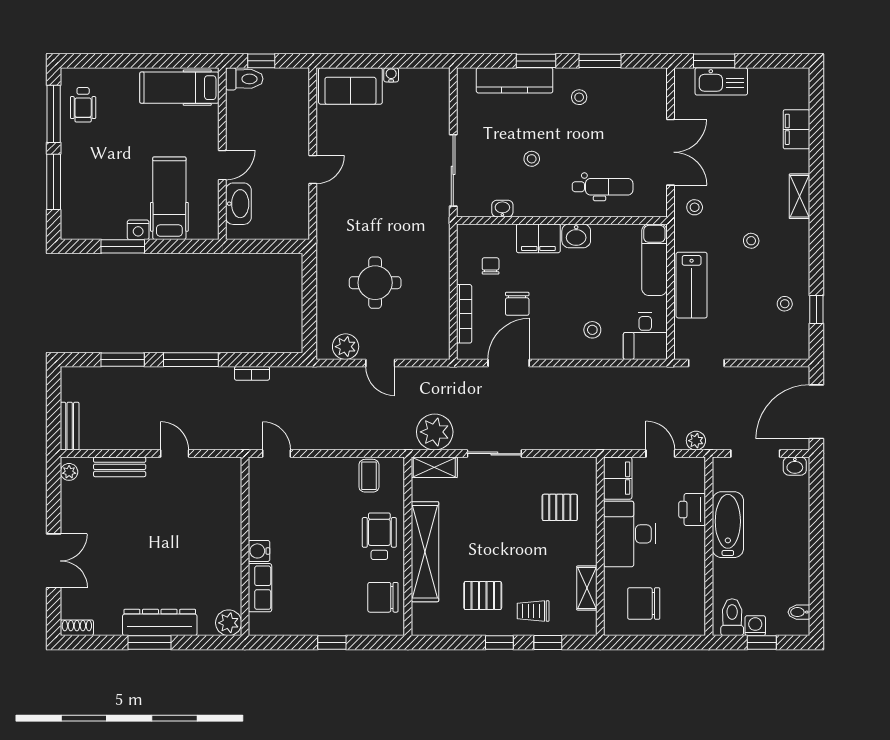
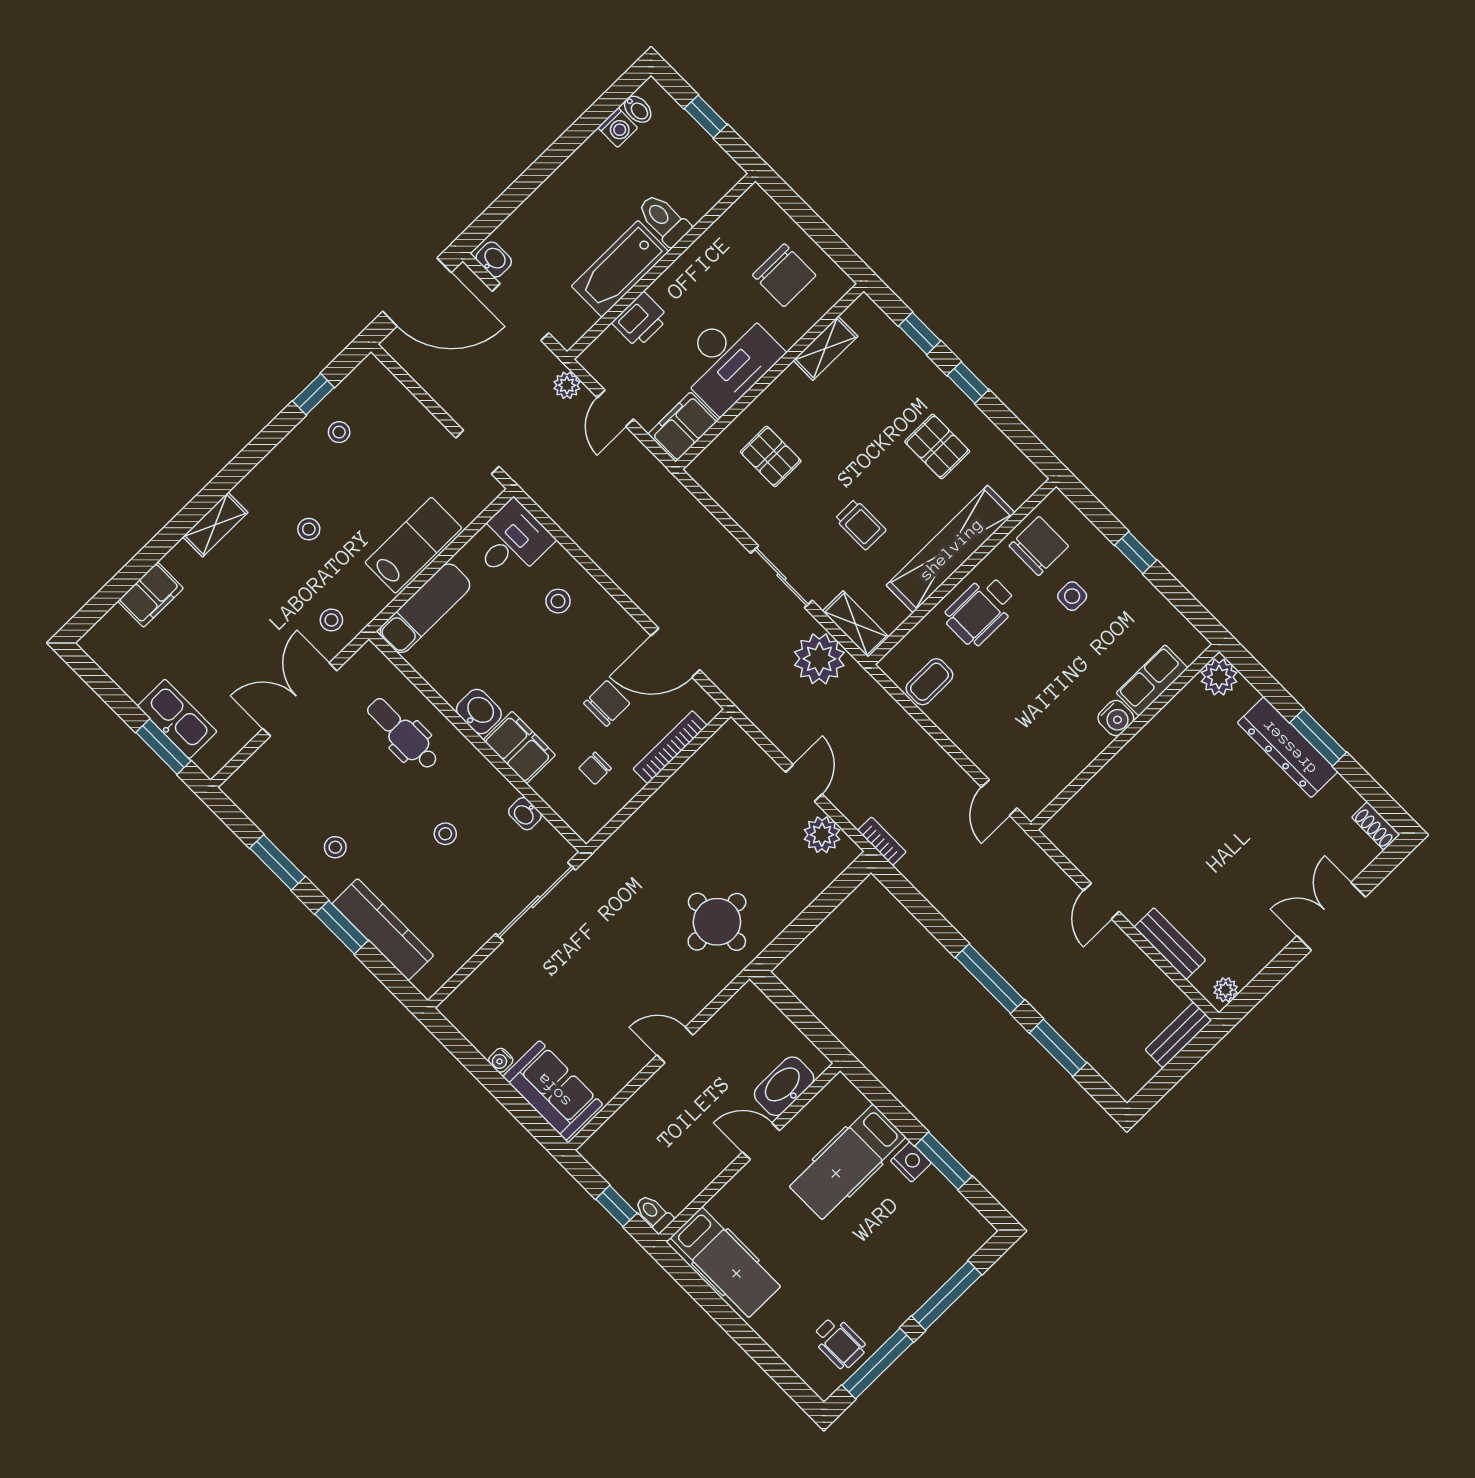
toilet: (244, 79) -> (654, 1213), width x0.73, depth x0.72
wheelchair: (83, 105) -> (839, 1343), turned 90
round table: (375, 283) -> (717, 922), moved
bookcase: (252, 373) -> (882, 841), moved
side table: (341, 589) -> (1072, 596), added
chair: (383, 597) -> (1039, 546), turned -90
trolley: (533, 611) -> (860, 524), moved
toilet: (732, 617) -> (664, 220), moved, turned 90
washing machine: (755, 626) -> (618, 128), moved, turned -90

